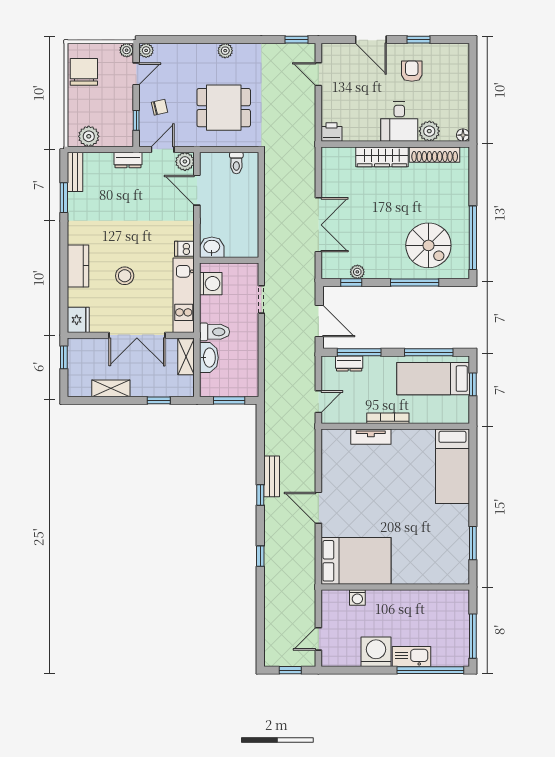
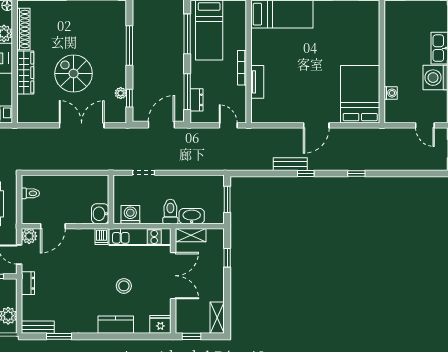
spiral stairs: (428, 245) -> (74, 74), moved, turned -90
shelving: (111, 388) -> (217, 318), moved

